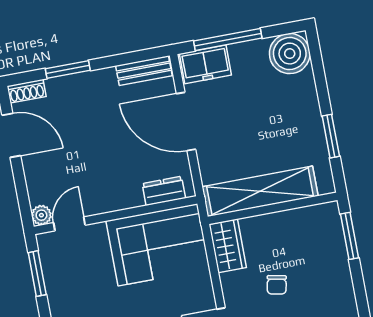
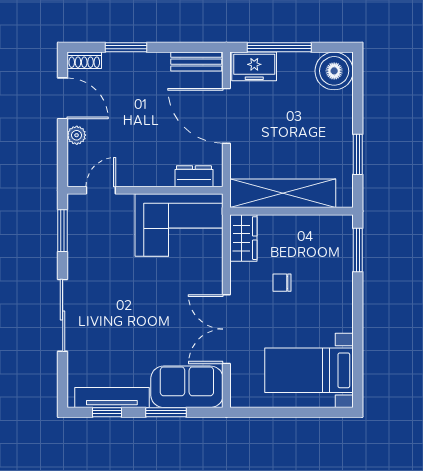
plant: (41, 215) -> (77, 135), moved
chair: (277, 285) -> (282, 283), turned 79

